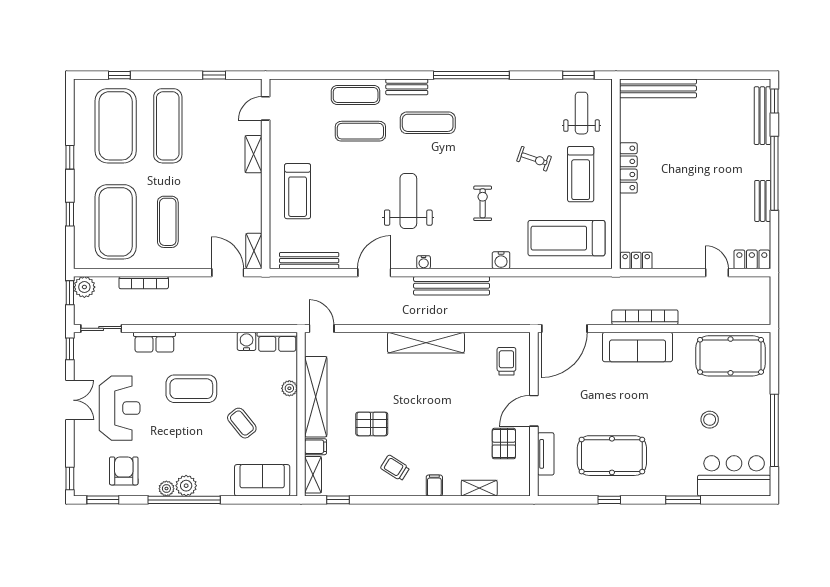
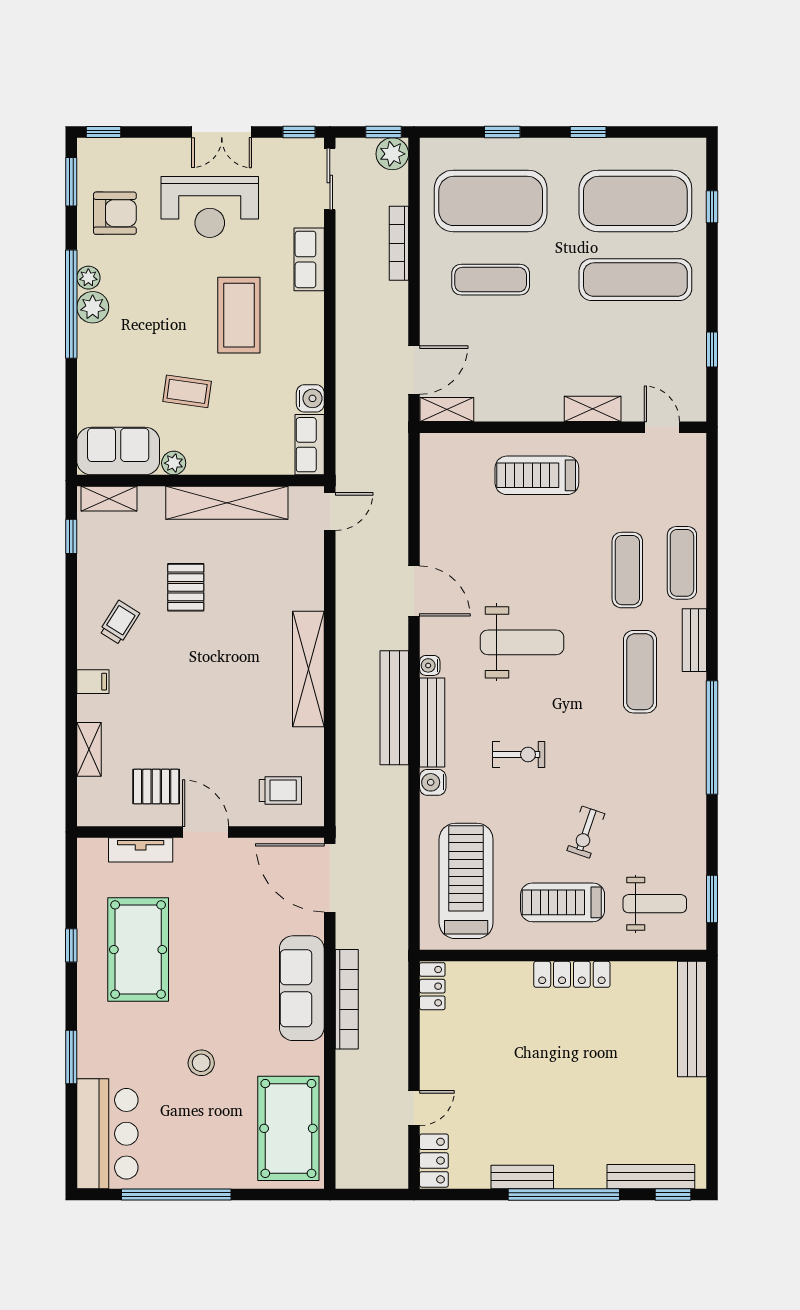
bench: (309, 261) -> (432, 722), moved
plant: (289, 388) -> (174, 463), moved
stool: (710, 420) -> (201, 1063), moved
coffee table: (242, 423) -> (187, 391), turned 47
filing cabinet: (316, 447) -> (151, 503), removed
sofa: (262, 480) -> (118, 451), moved, turned -90

